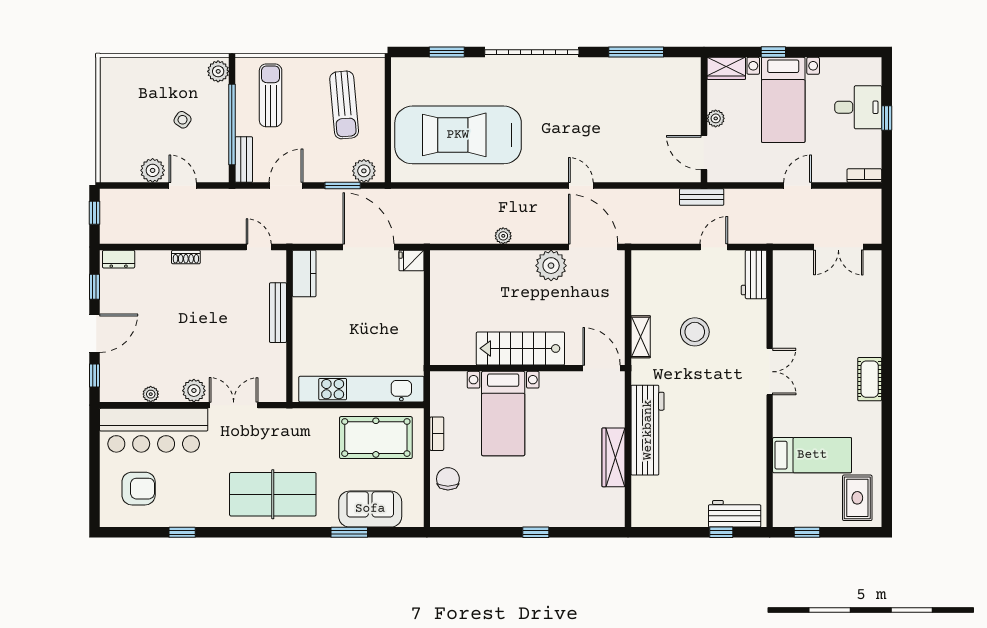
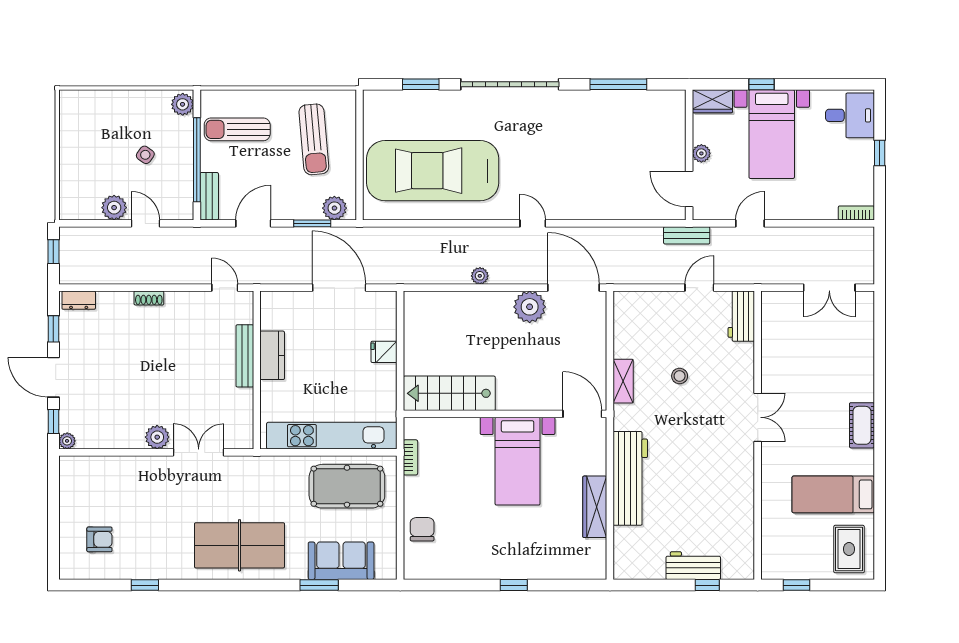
sun lounger: (271, 95) -> (237, 129), turned -90
desk: (858, 107) -> (850, 115), moved
door: (581, 186) -> (533, 223), moved
door: (798, 186) -> (750, 223), moved
fridge: (411, 261) -> (384, 352), moved
kitchen counter: (304, 274) -> (272, 355), moved
stool: (695, 332) -> (680, 376), width x0.53, depth x0.53
door: (94, 333) -> (53, 377), swing flipped
stairs: (520, 348) -> (449, 393), moved
plant: (151, 394) -> (67, 441), moved
bed with nightstands: (503, 414) -> (518, 461), moved
bar counter: (154, 430) -> (115, 479), removed
bookcase: (437, 434) -> (410, 457), moved
bed: (812, 455) -> (833, 494), moved, turned 180
armchair: (139, 489) -> (99, 539), width x0.72, depth x0.72
workbench: (735, 514) -> (693, 566), moved

